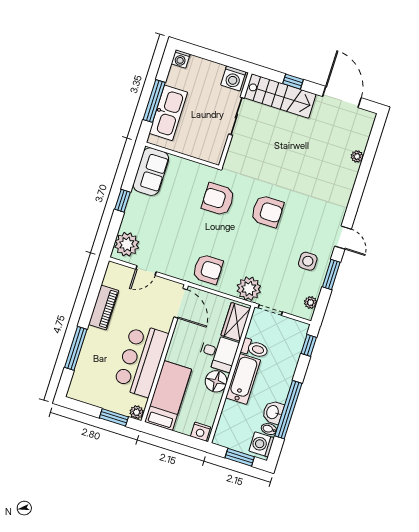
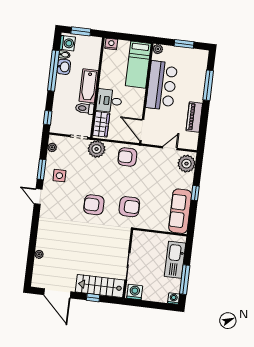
window: (154, 101) -> (185, 280), moved
sofa: (151, 172) -> (180, 211), width x1.36
floor lamp: (216, 381) -> (107, 81), removed
window: (114, 417) -> (184, 44), moved

